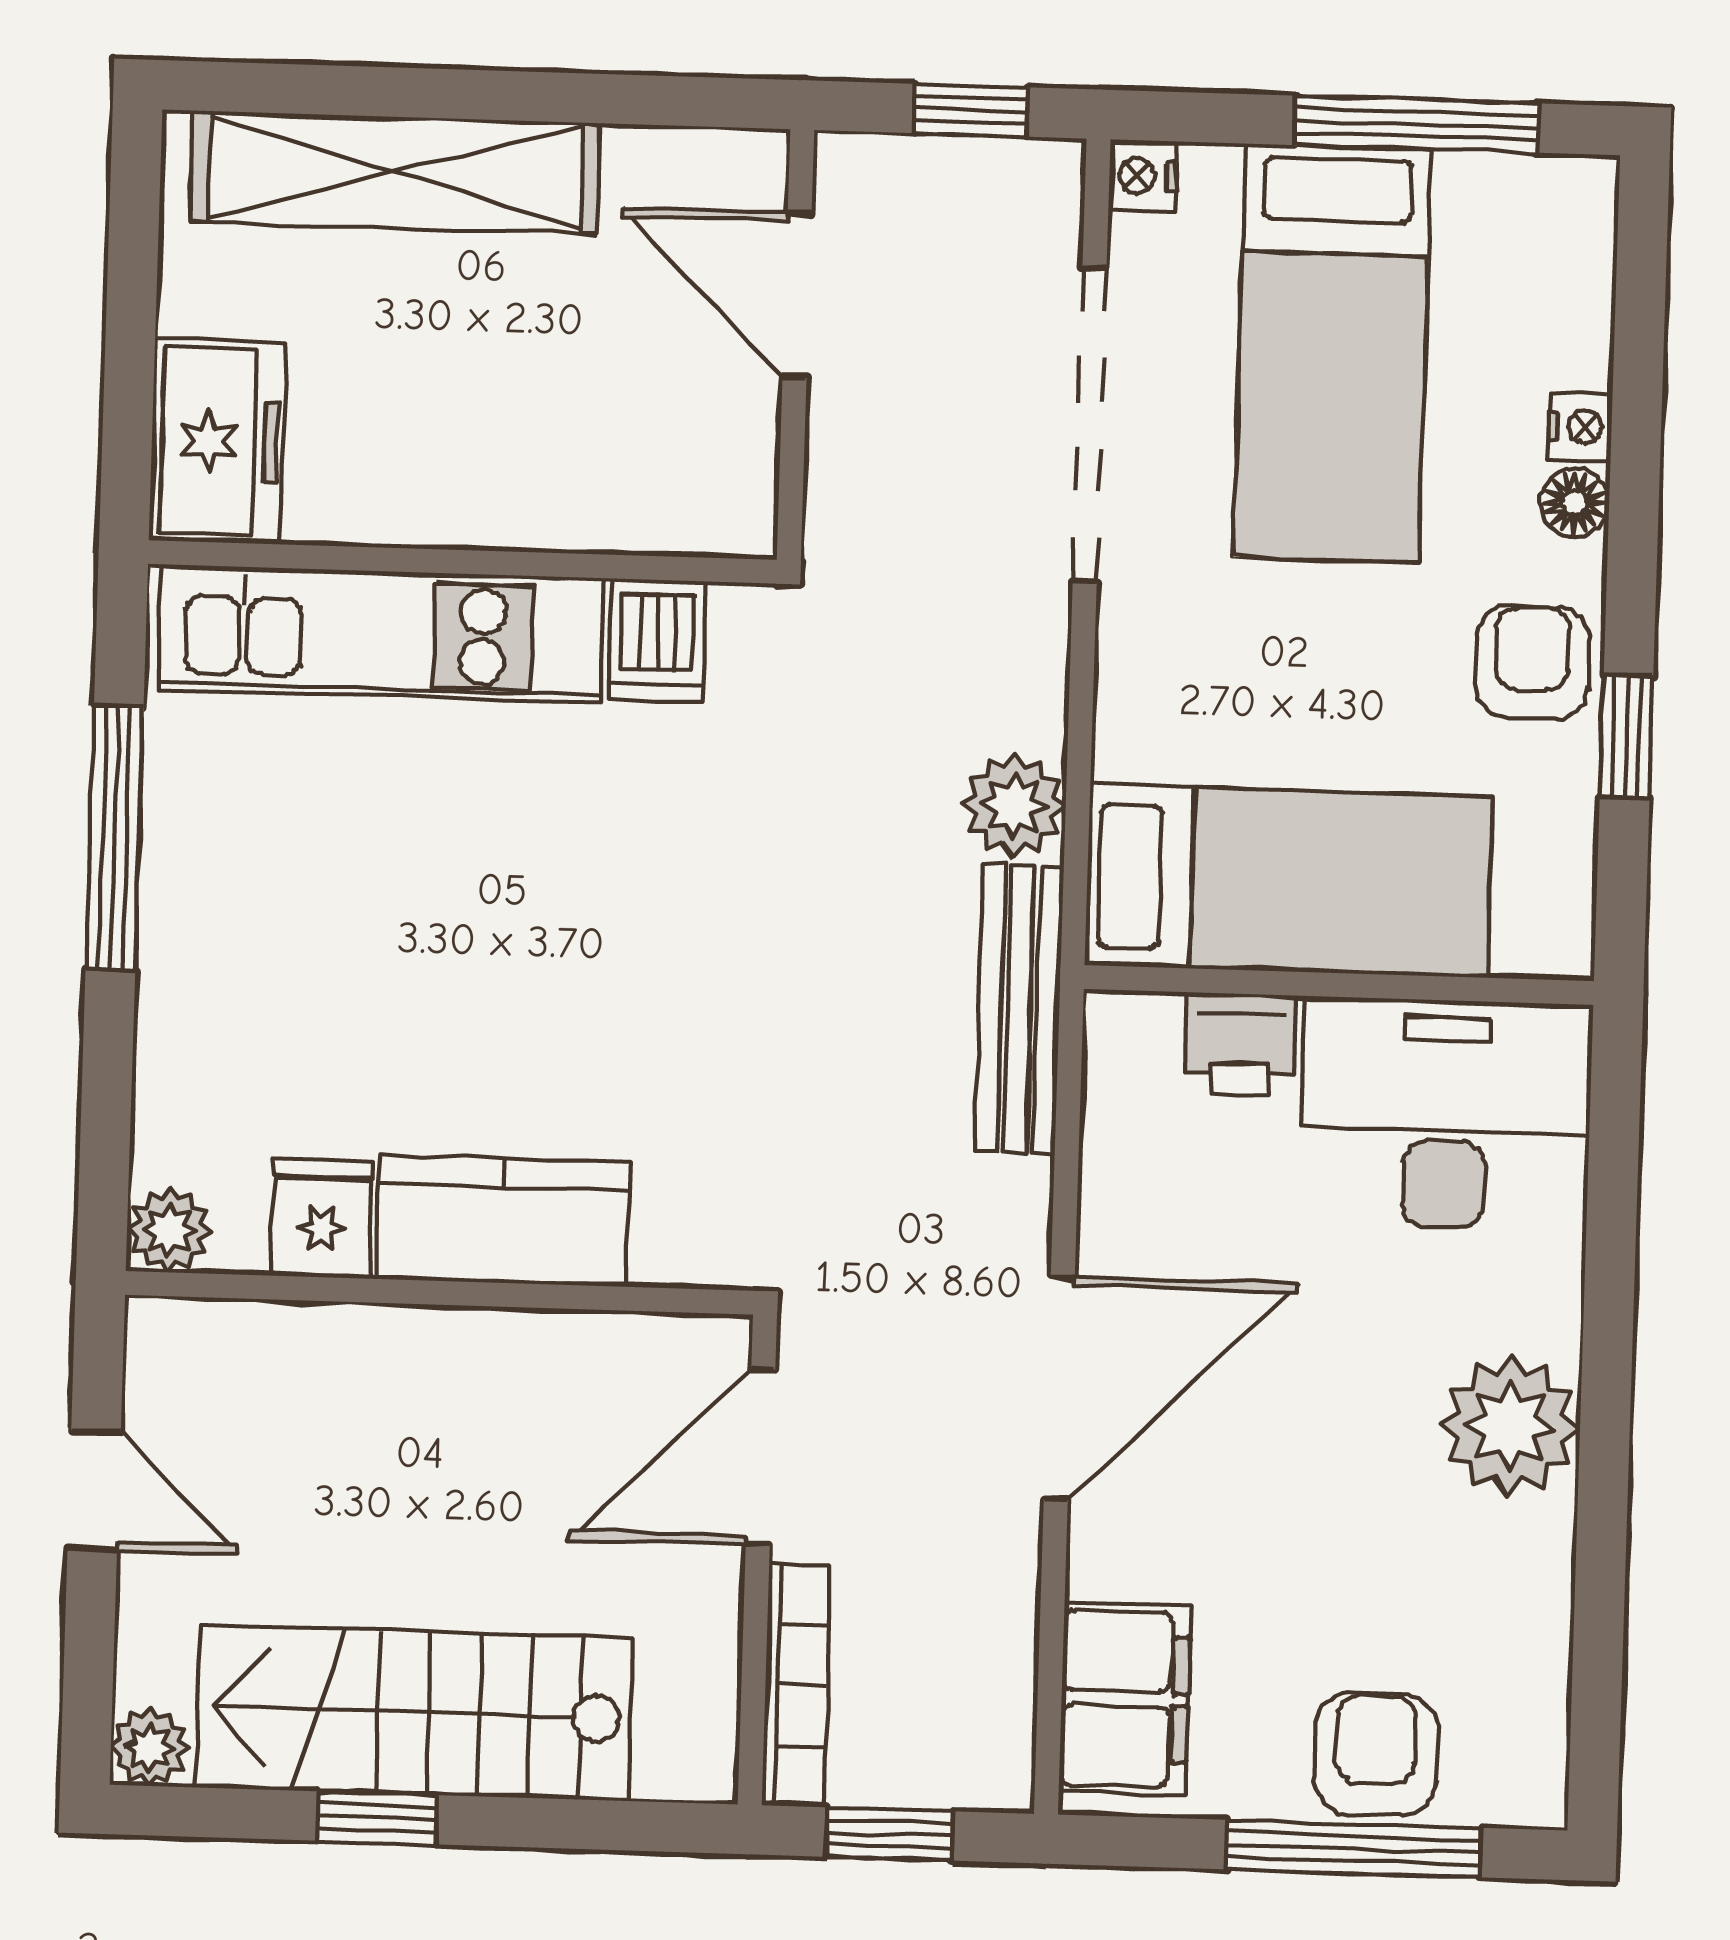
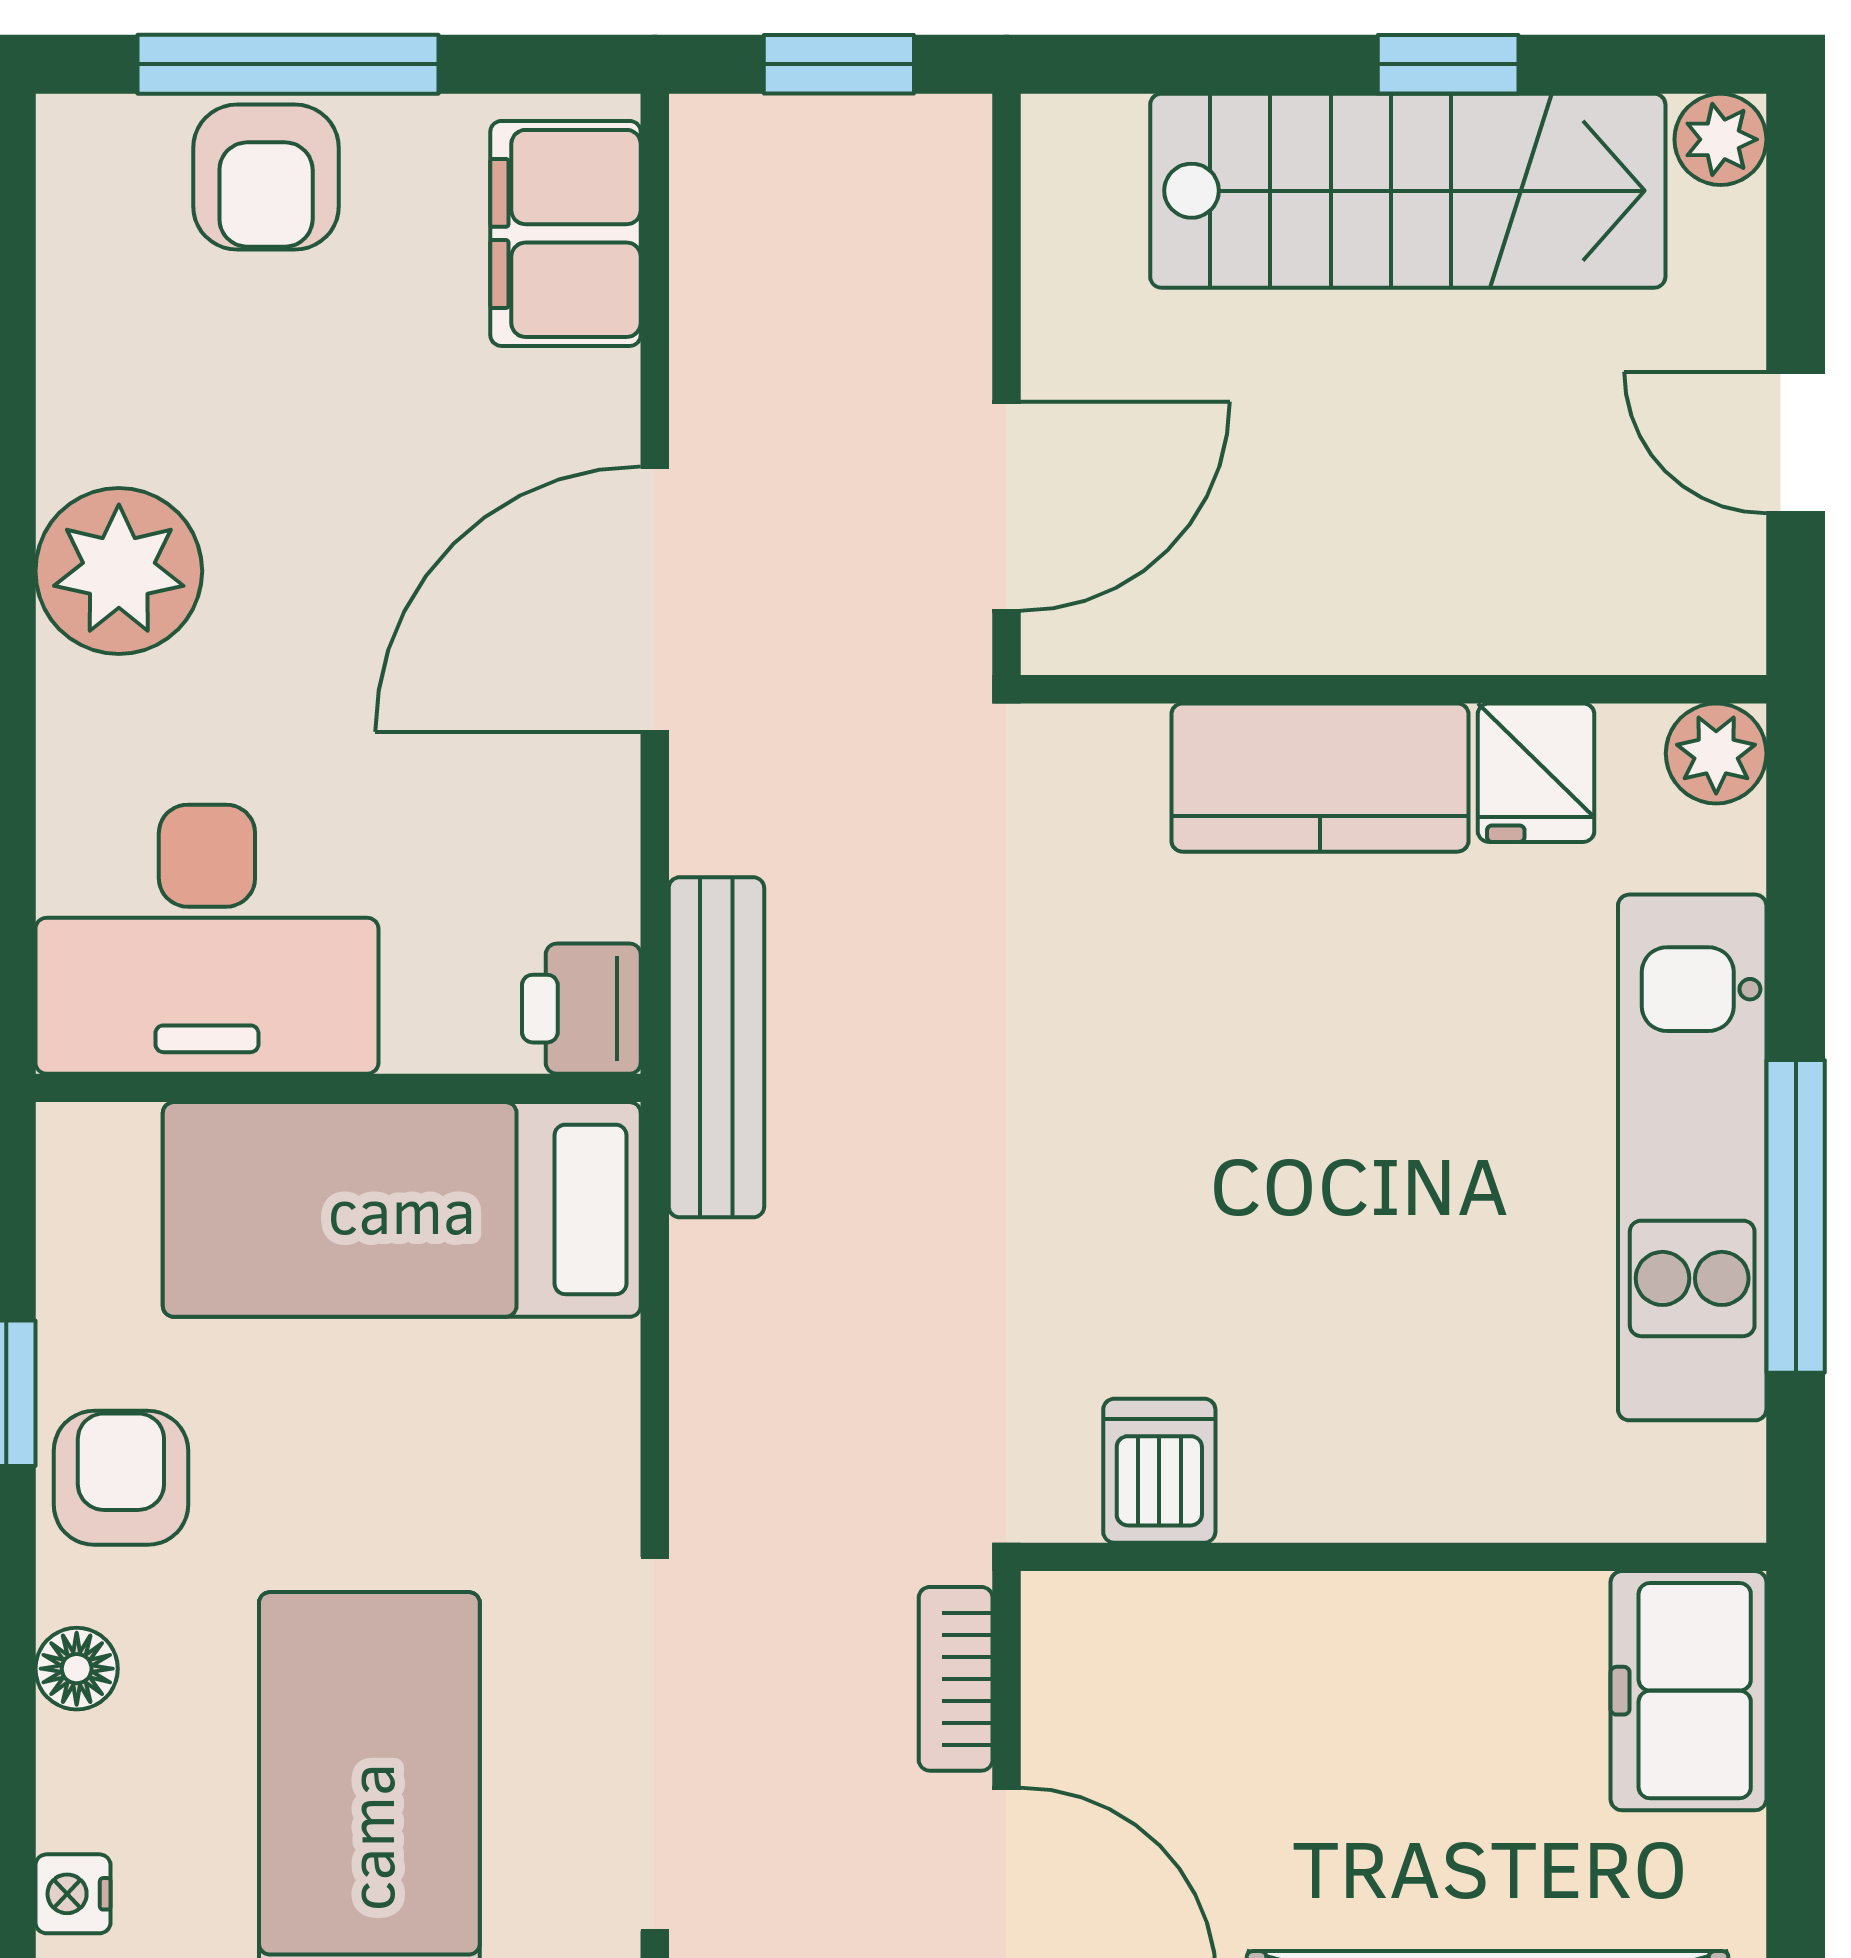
nightstand: (1580, 427) -> (73, 1894), moved
kitchen unit: (381, 634) -> (1692, 1157), moved, turned -90
armchair: (1532, 662) -> (121, 1478), turned 180
plant: (1014, 806) -> (730, 1288), removed
printer: (1240, 1044) -> (581, 1009), moved, turned -90
bookcase: (796, 1685) -> (956, 1679), moved, width x0.64

